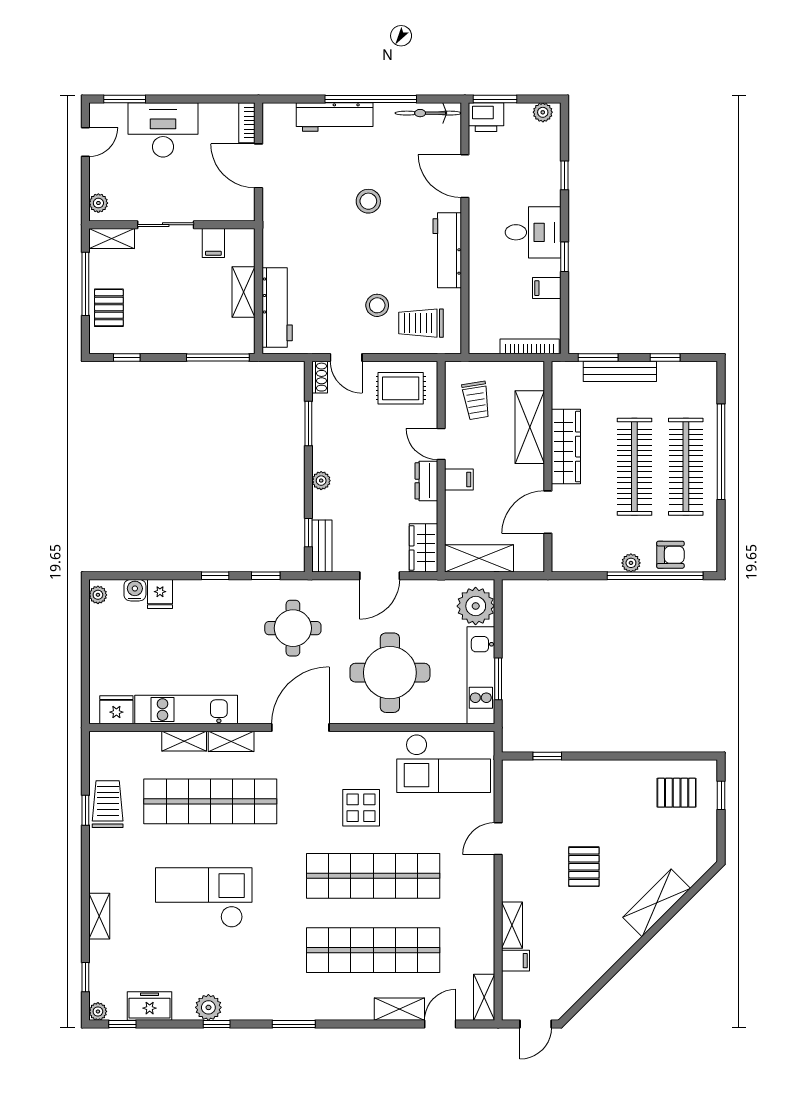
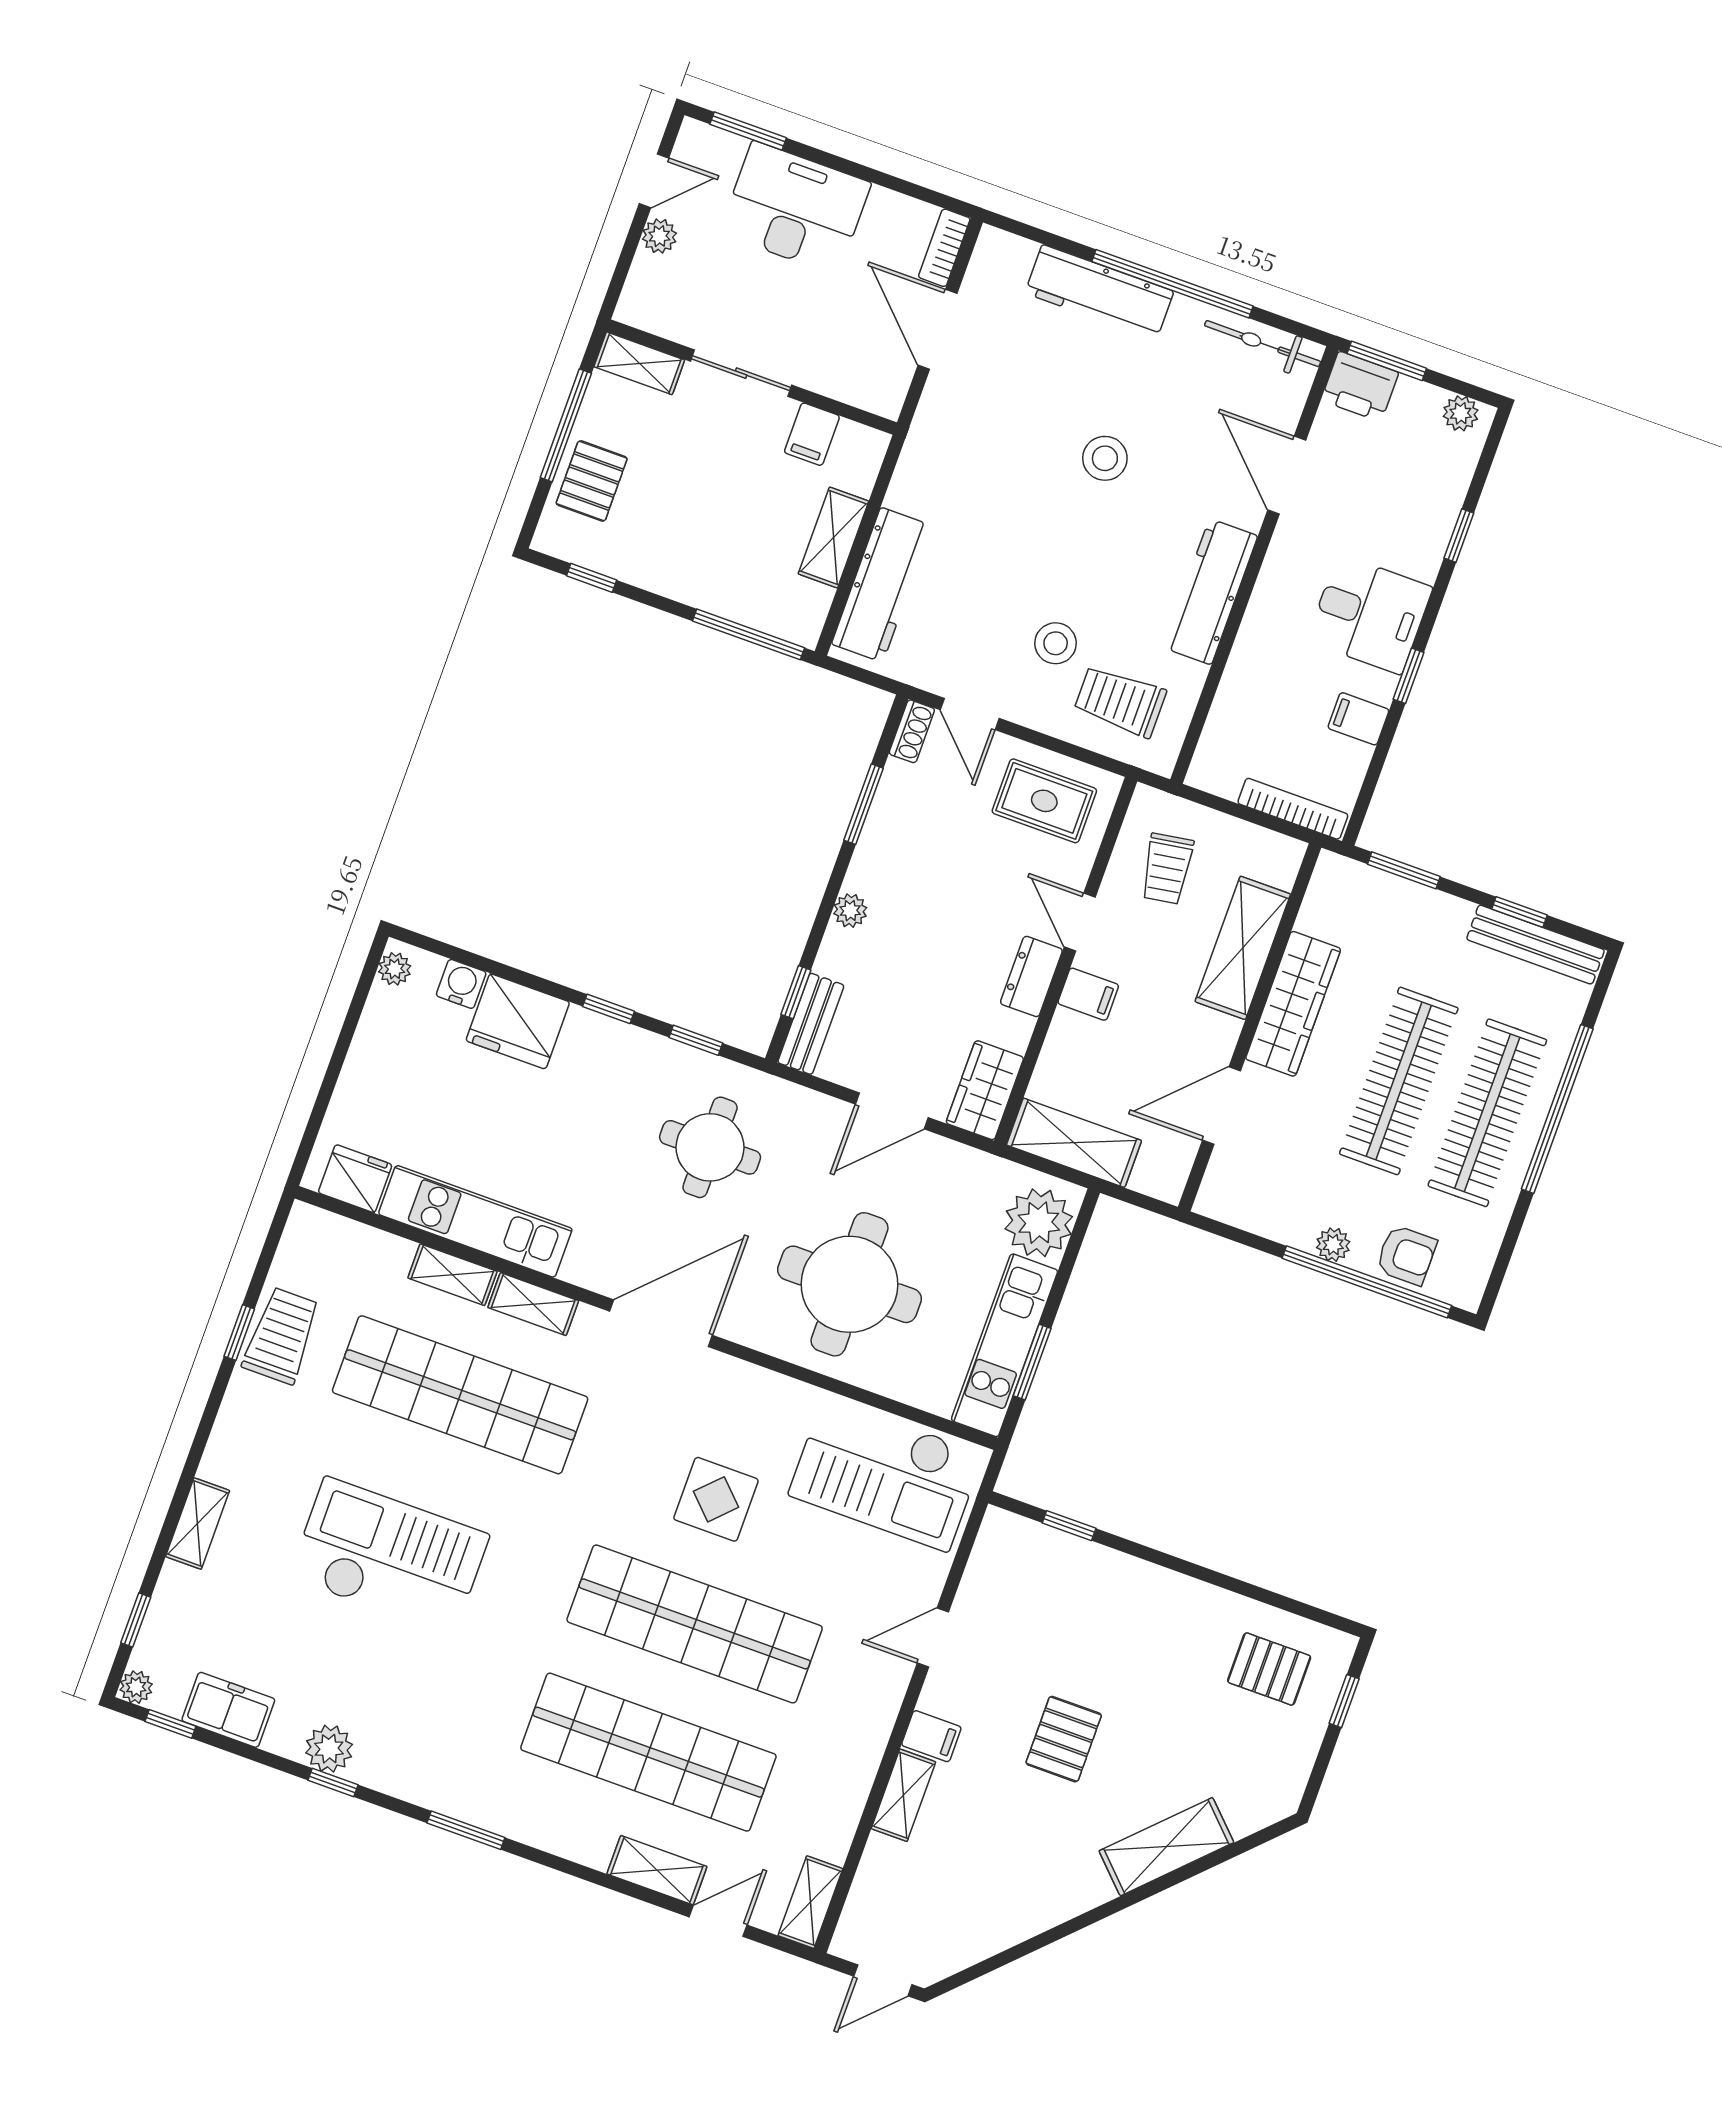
plant: (98, 203) -> (659, 236), moved
bench: (620, 371) -> (1536, 945), moved
fridge: (160, 594) -> (518, 1021), width x1.88, depth x1.34
filing cabinet: (515, 961) -> (931, 1736), moved

